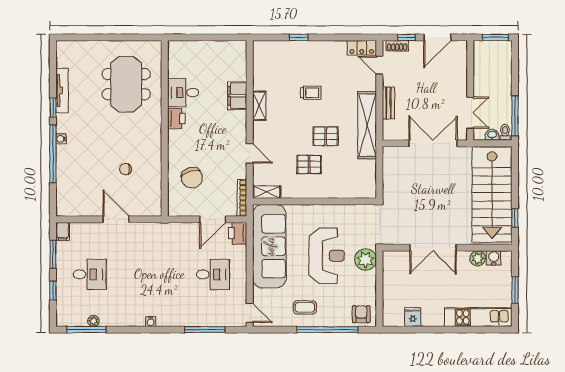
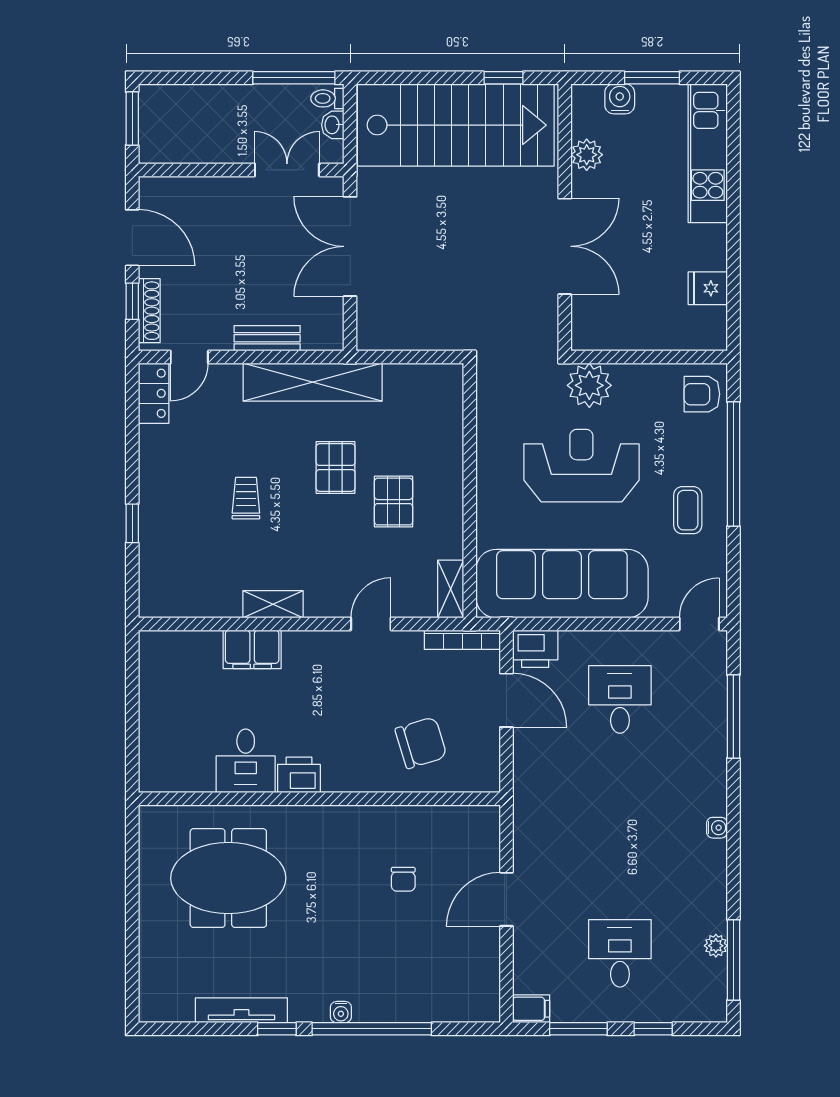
shoe rack: (397, 46) -> (149, 311), width x1.43
water cooler: (494, 258) -> (620, 99), moved, turned 90

